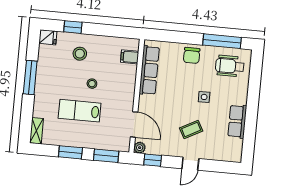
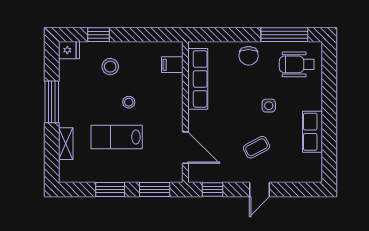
shelving: (37, 131) -> (66, 144), moved
plant: (140, 148) -> (195, 176), removed

